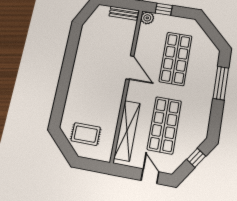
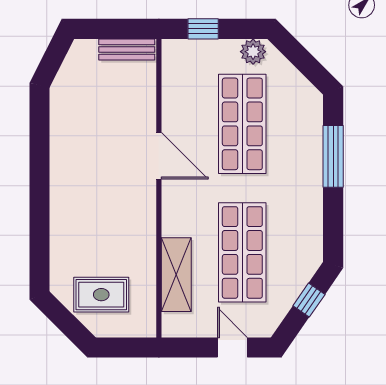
plant: (147, 18) -> (253, 52), moved
shelving: (127, 131) -> (176, 275), width x0.68

